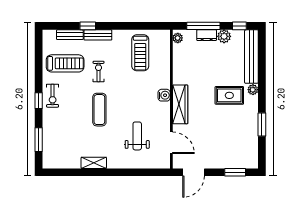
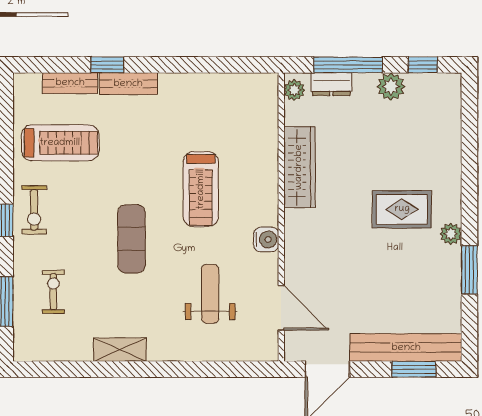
dresser: (207, 35) -> (331, 84), moved
treadmill: (140, 53) -> (201, 189), moved
bench: (251, 57) -> (406, 348), moved, turned 90
exercise bike: (99, 71) -> (53, 292), moved
plant: (253, 90) -> (451, 234), moved
water cooler: (164, 95) -> (266, 239), moved
wardrobe: (180, 104) -> (299, 167), moved

